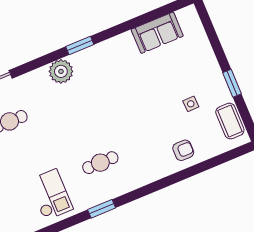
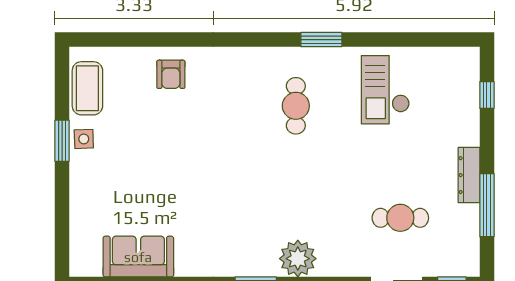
side table: (191, 104) -> (84, 139), moved
armchair: (183, 150) -> (171, 74), turned -90
cafe table: (100, 163) -> (296, 106), turned 90

